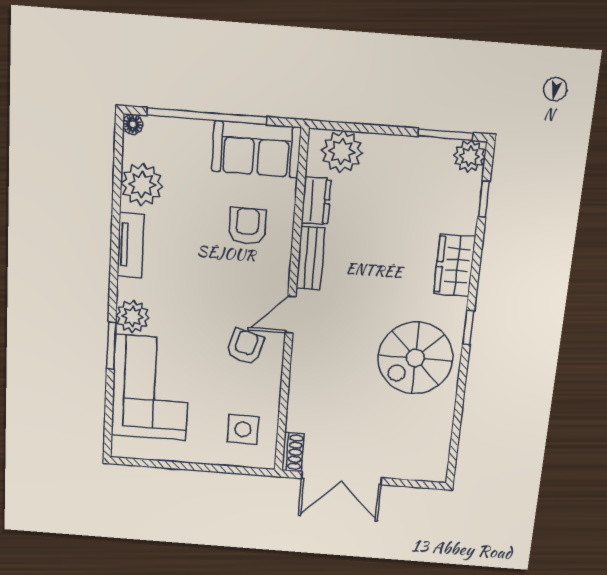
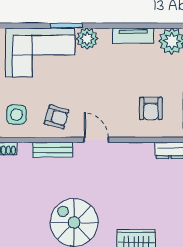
armchair: (247, 226) -> (151, 108), turned 90
bench: (311, 258) -> (53, 150), moved
armchair: (245, 347) -> (57, 117), moved

